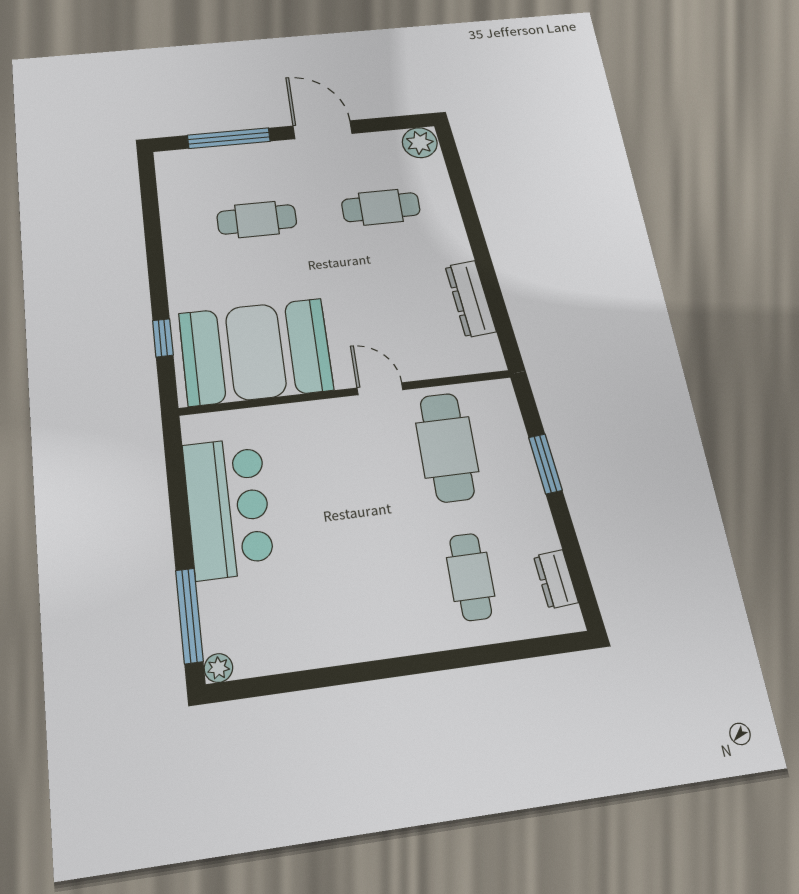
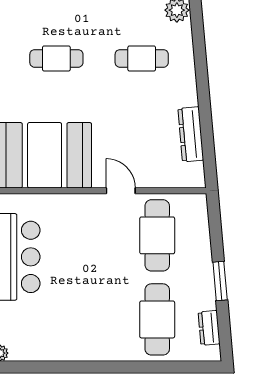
window: (545, 464) -> (220, 281), moved
cafe table: (471, 577) -> (157, 319), width x1.37, depth x1.35

